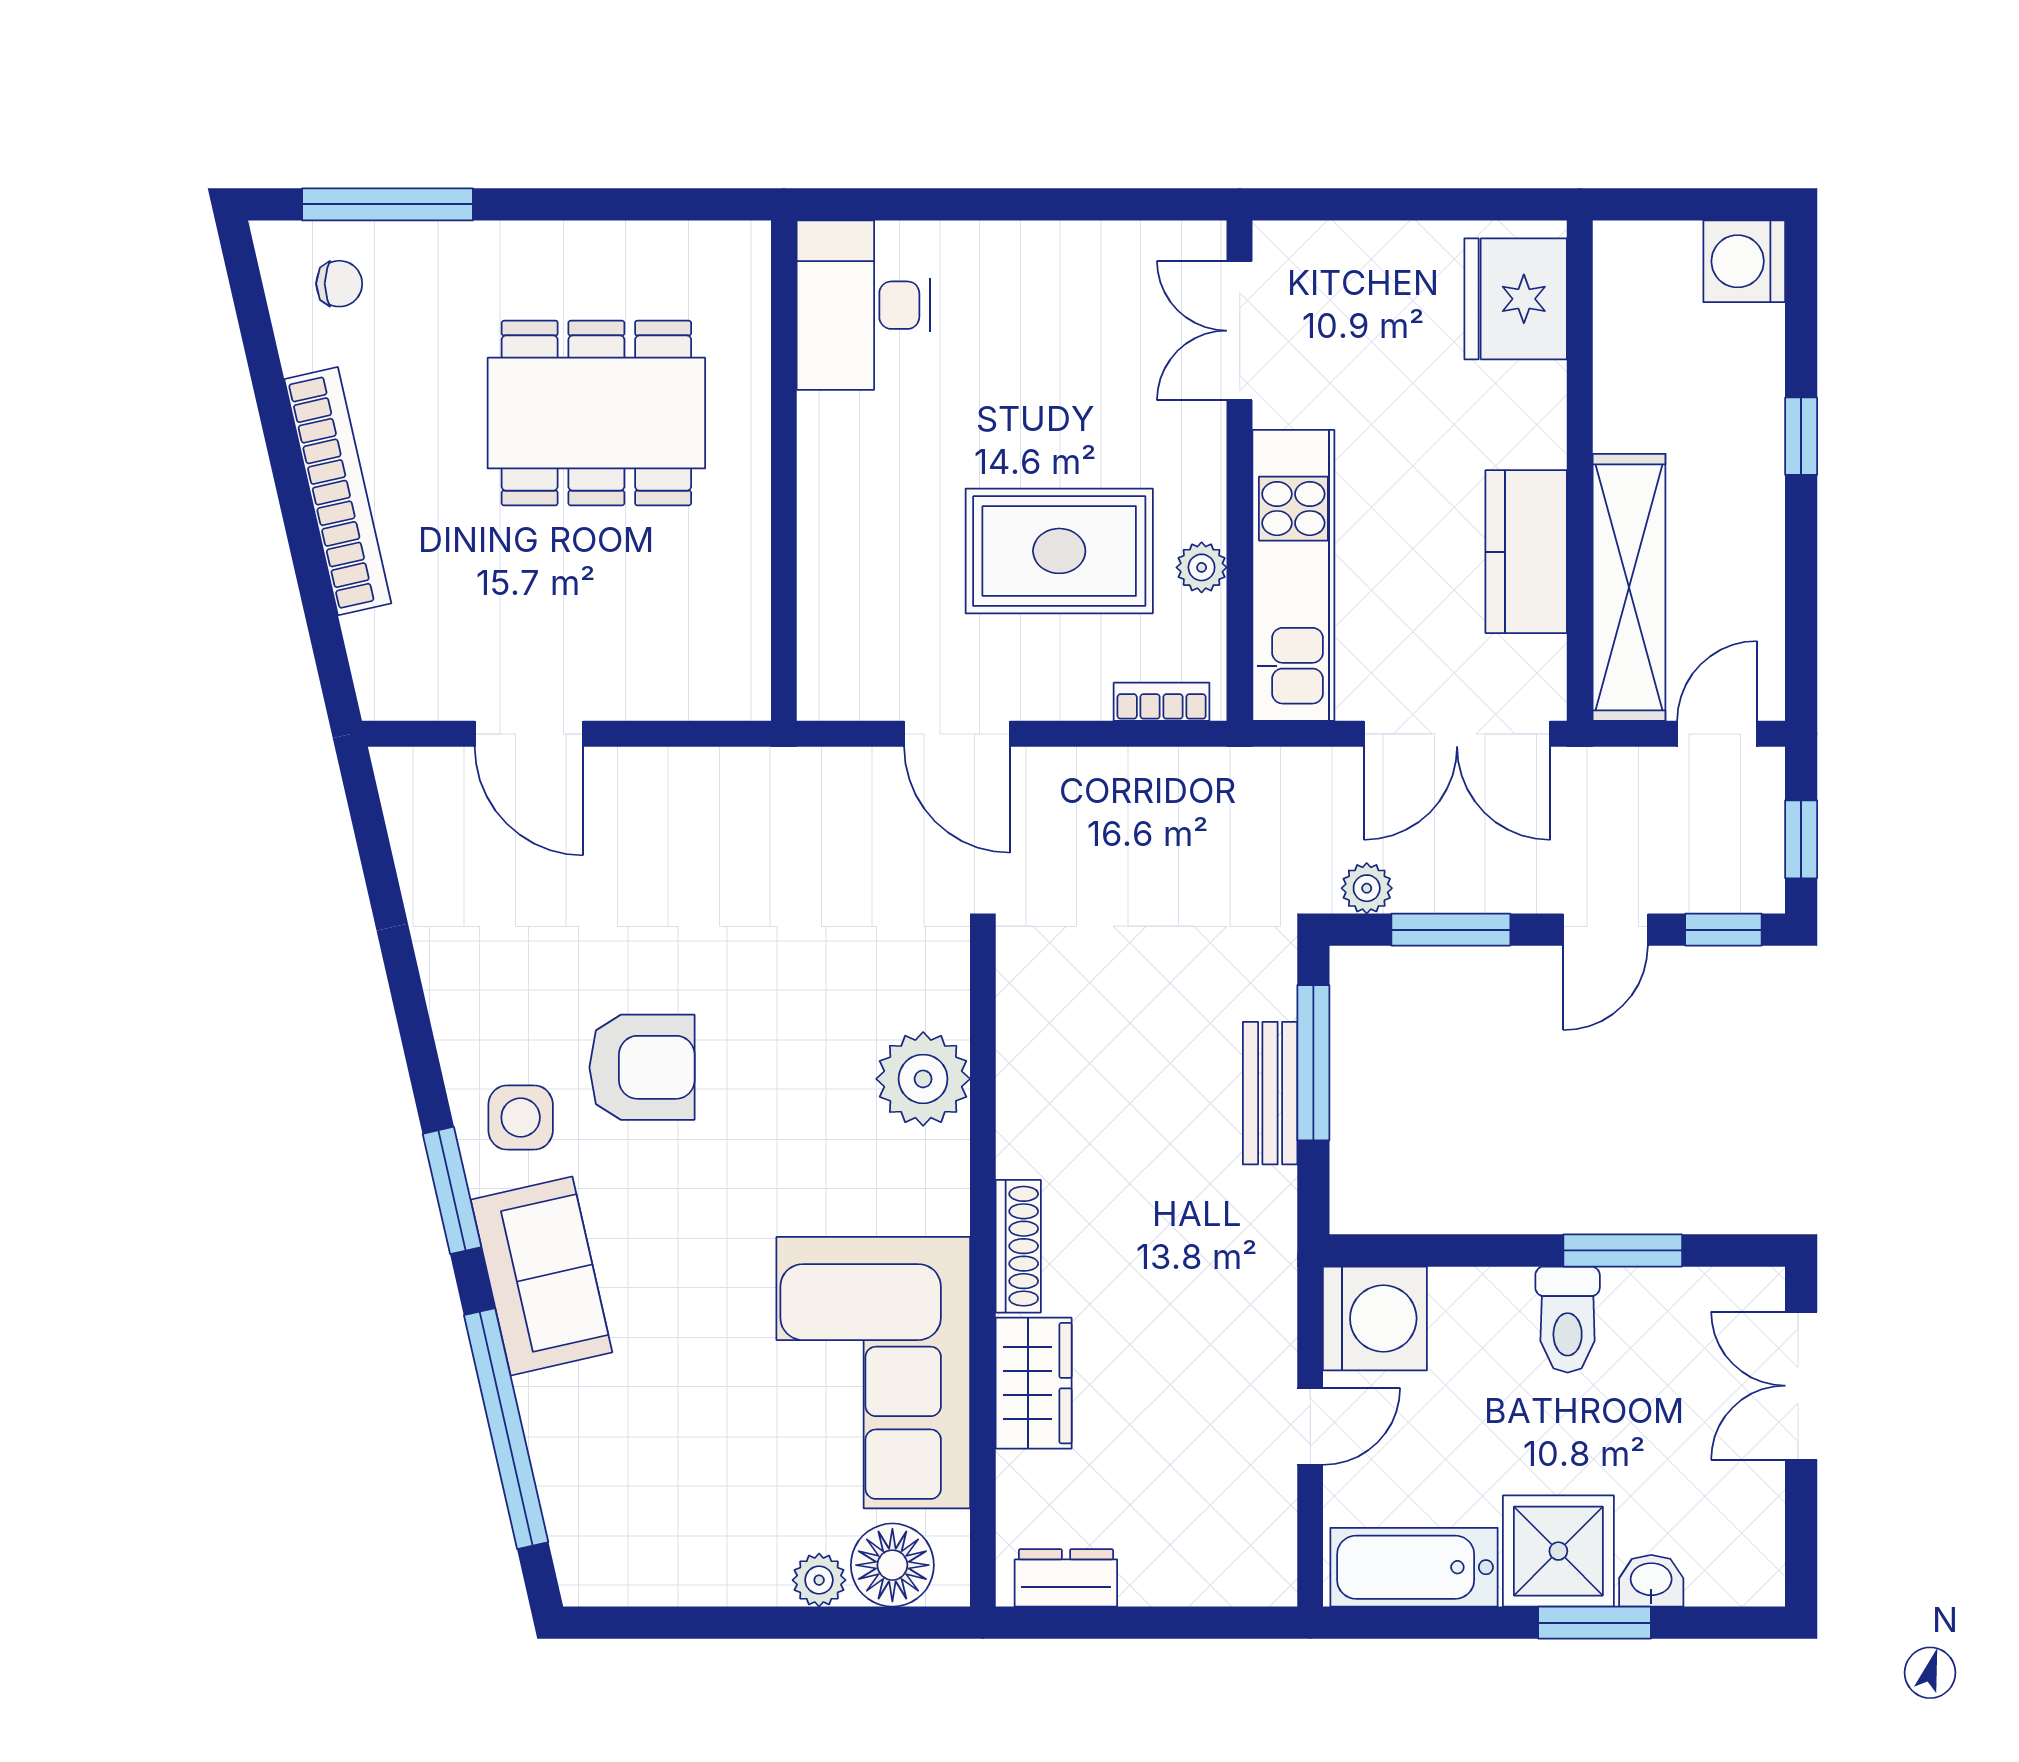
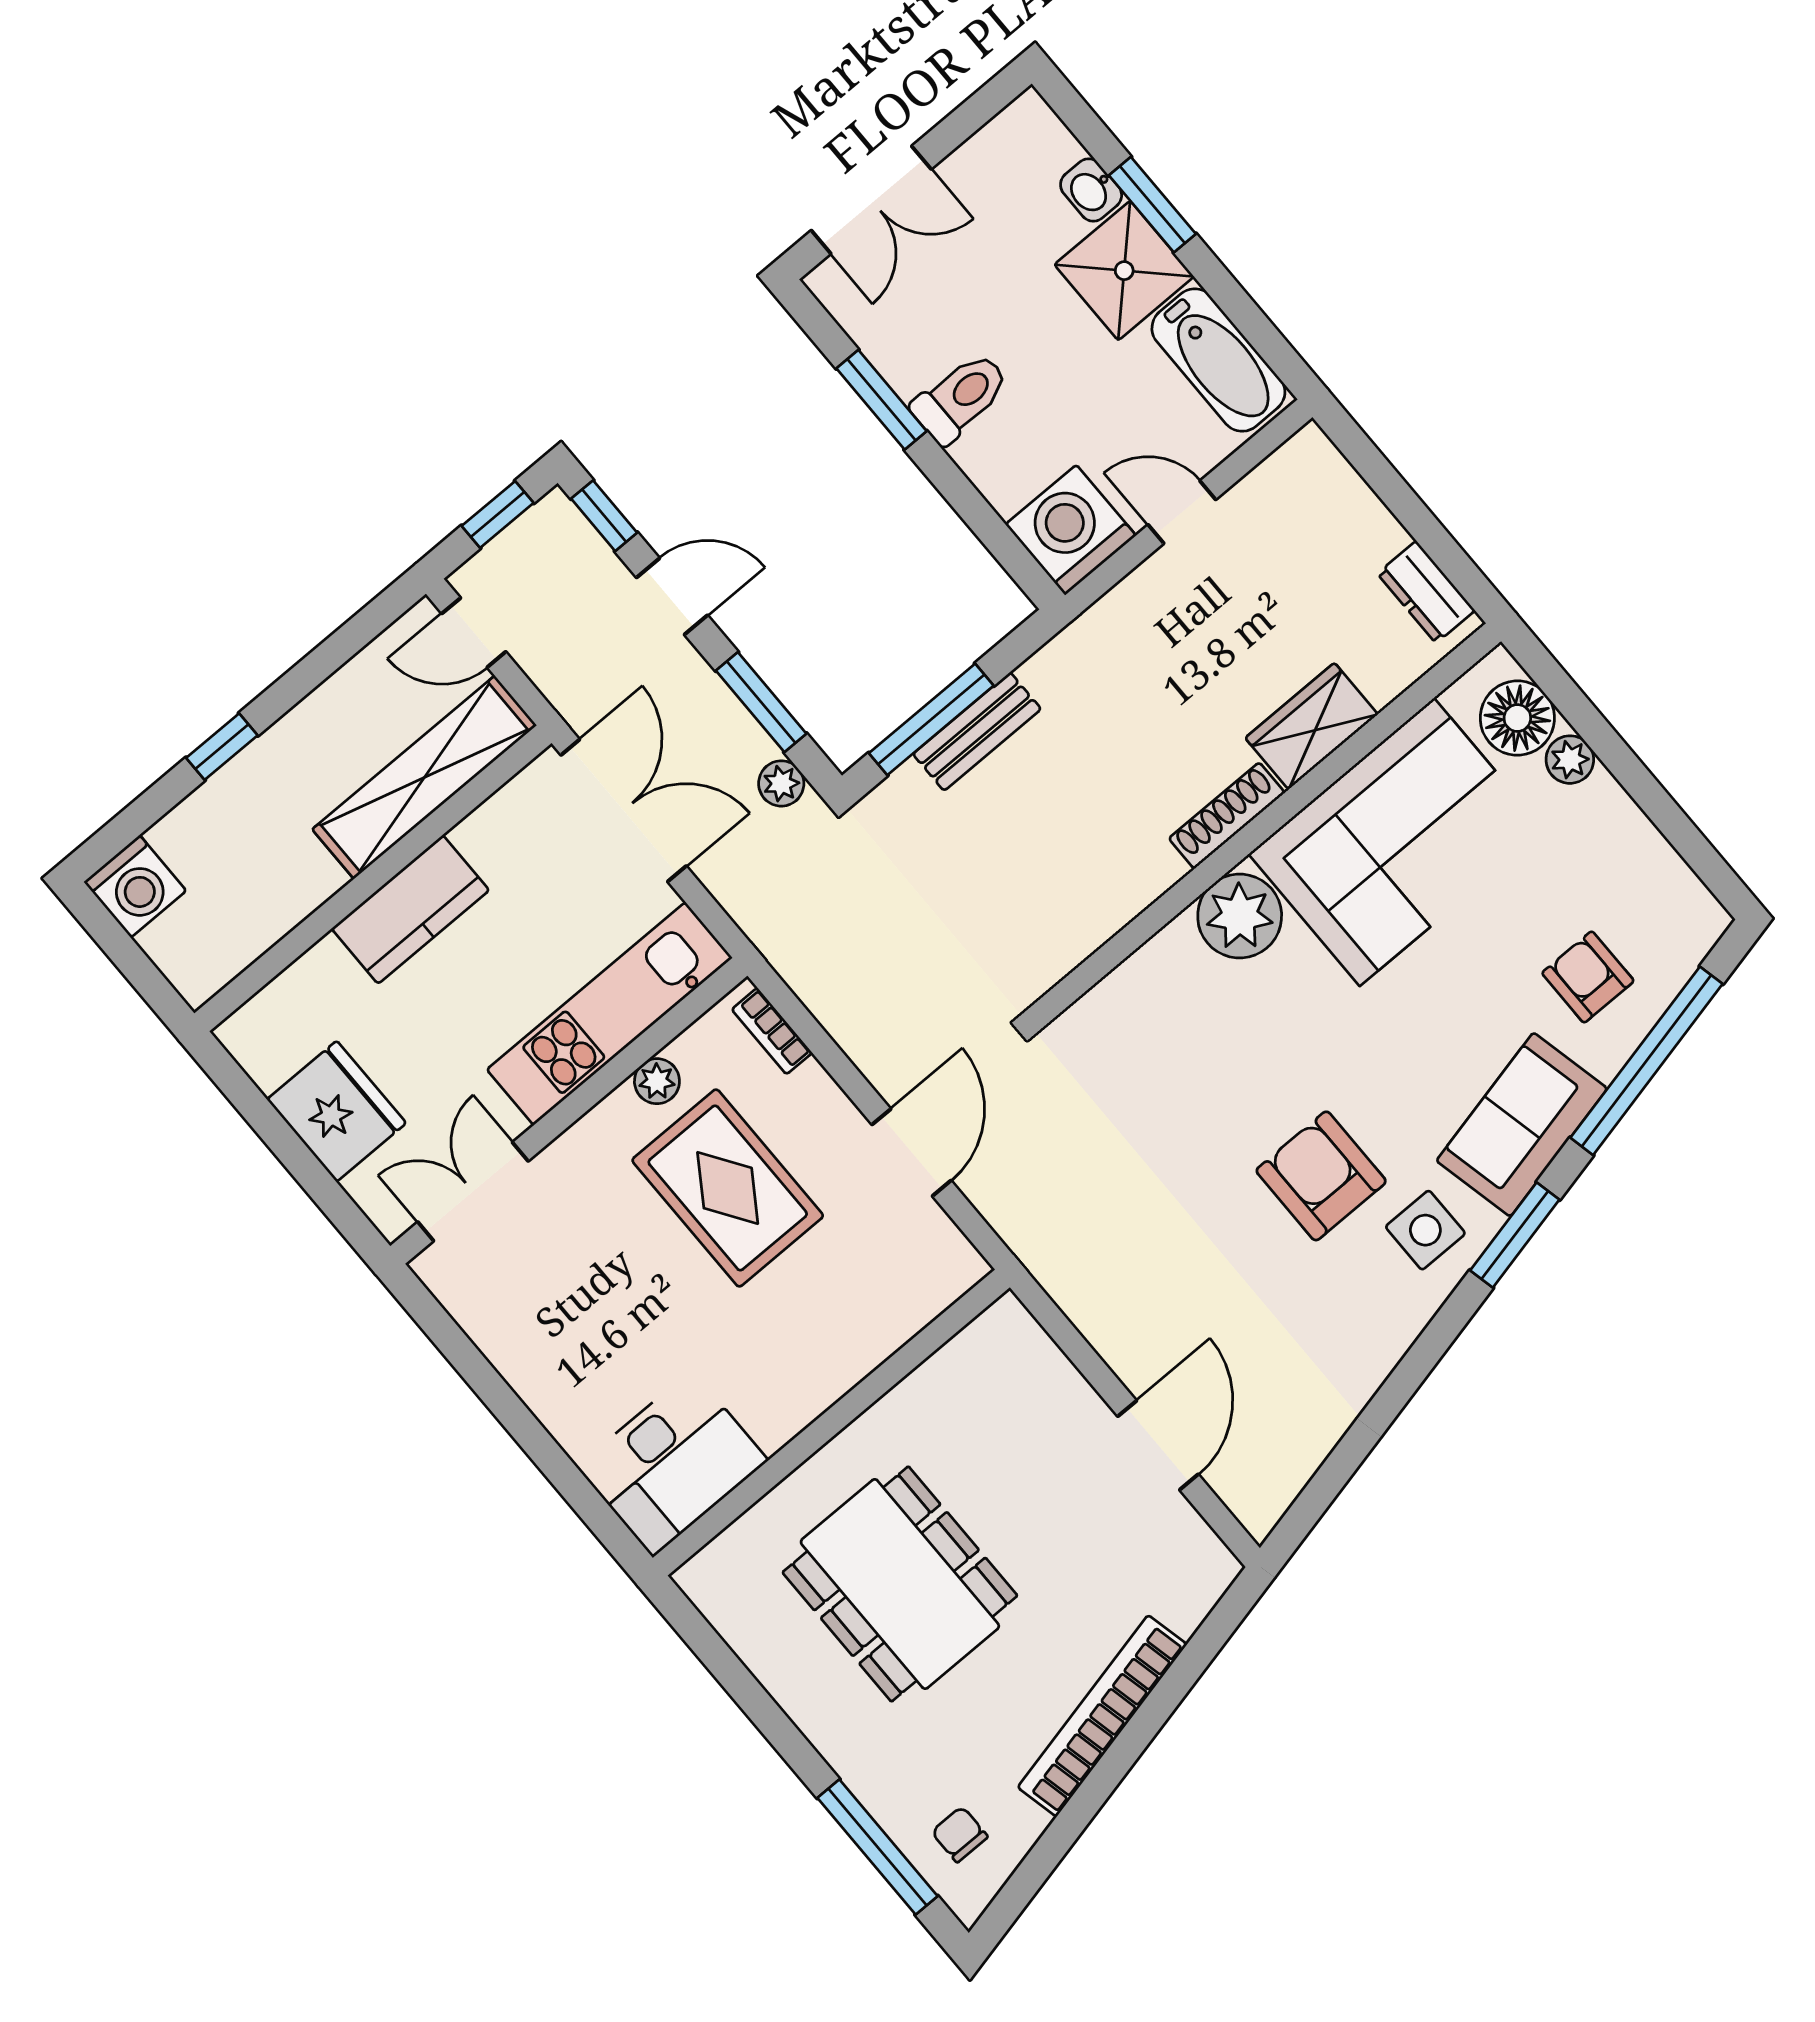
fridge: (1516, 299) -> (337, 1111), moved, turned -90
double door: (1240, 331) -> (473, 1192), swing flipped
kitchen counter: (1526, 552) -> (410, 909), moved
plant: (923, 1079) -> (1240, 916), moved
armchair: (620, 1439) -> (1588, 977), added

